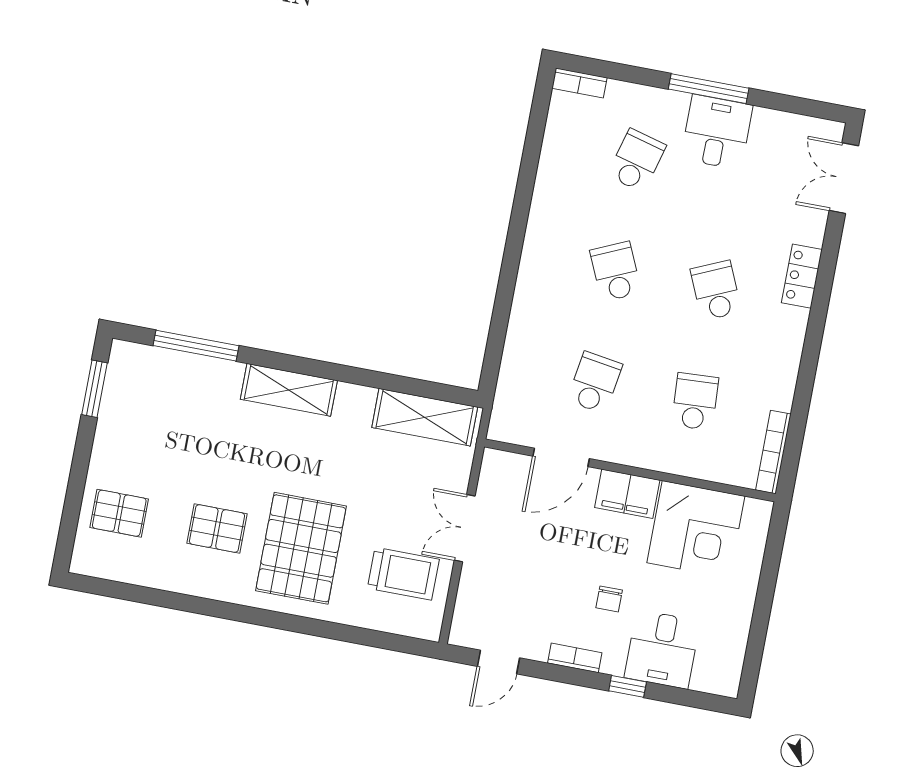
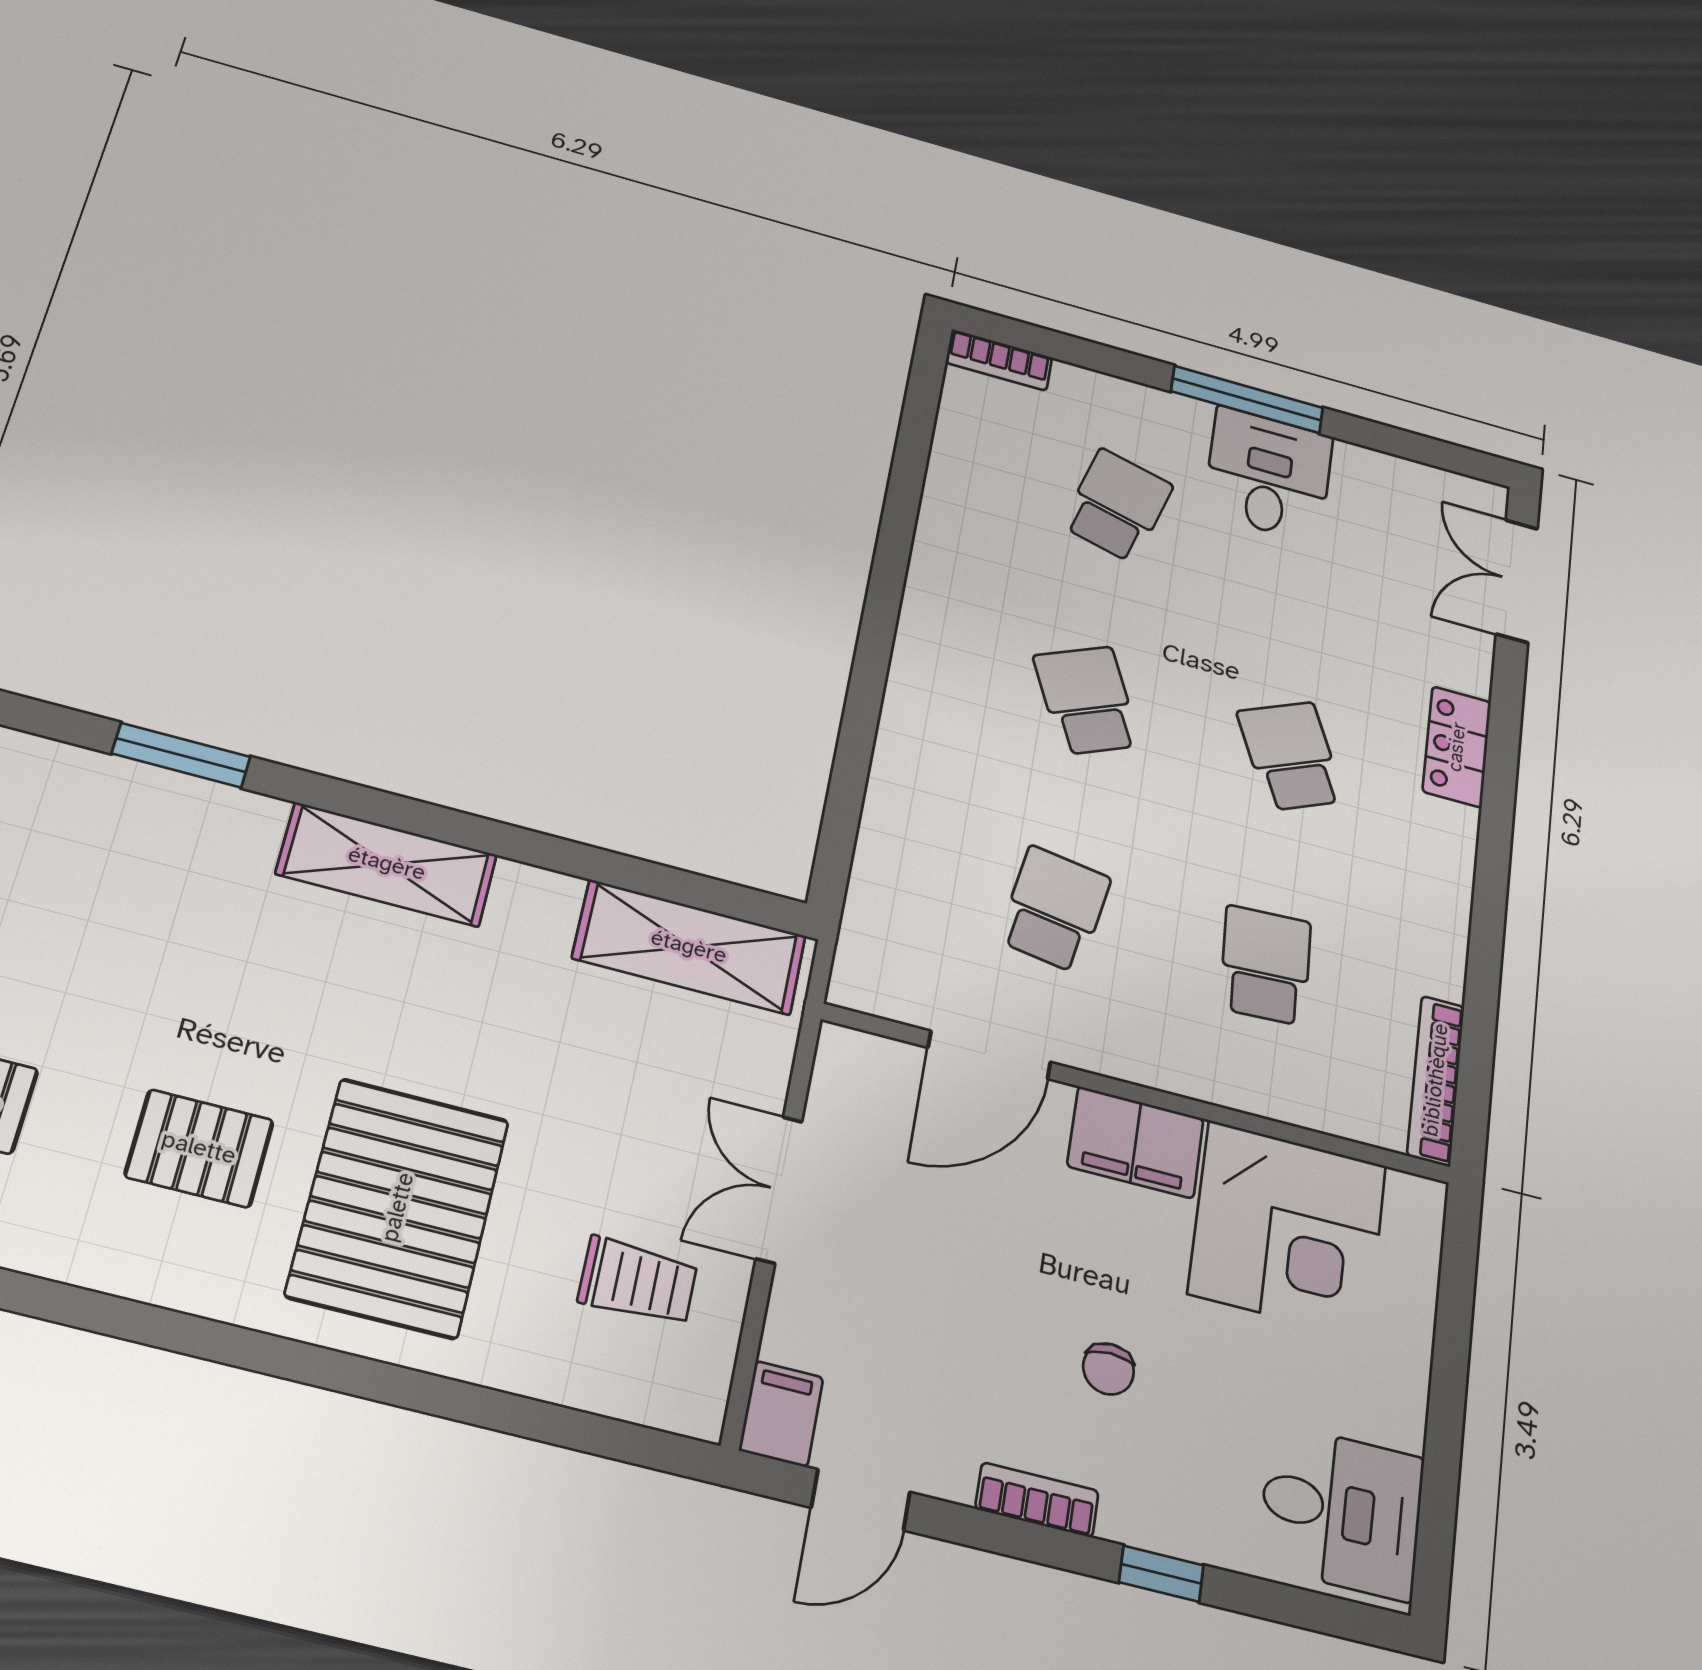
window: (196, 346) -> (181, 755), width x0.69
trolley: (403, 574) -> (638, 1281), width x0.73, depth x0.72
filing cabinet: (465, 627) -> (781, 1414), added
desk: (662, 649) -> (1341, 1511), moved, turned -90

